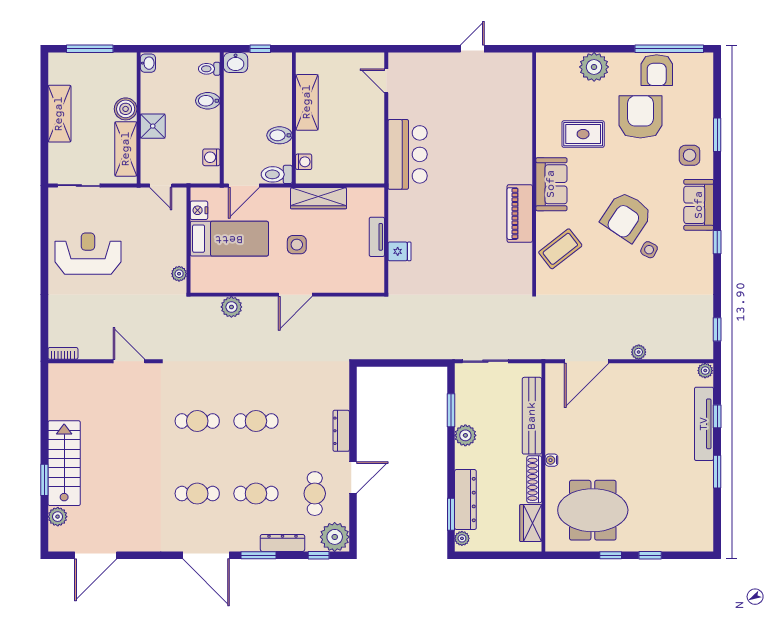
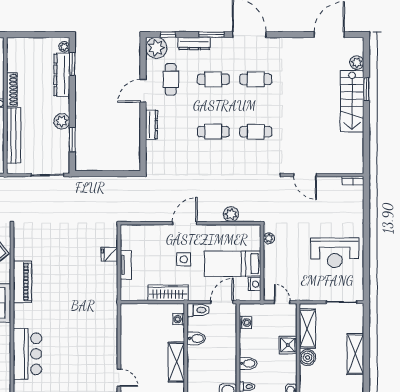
bar counter: (408, 154) -> (27, 354), moved, turned 180
wardrobe: (531, 523) -> (15, 58), removed

